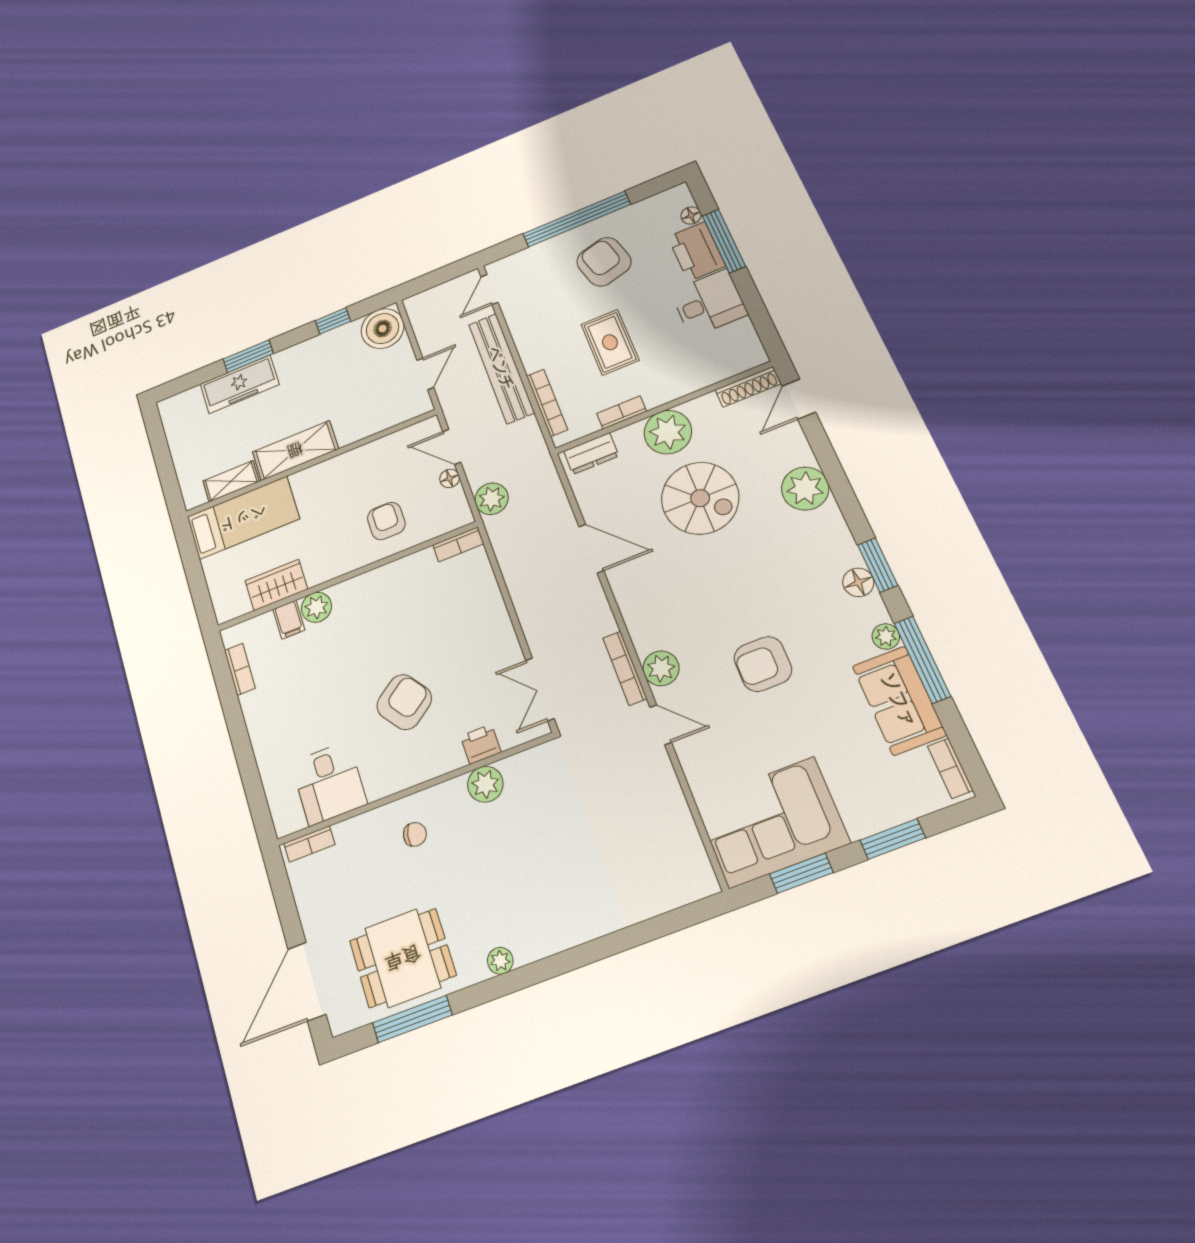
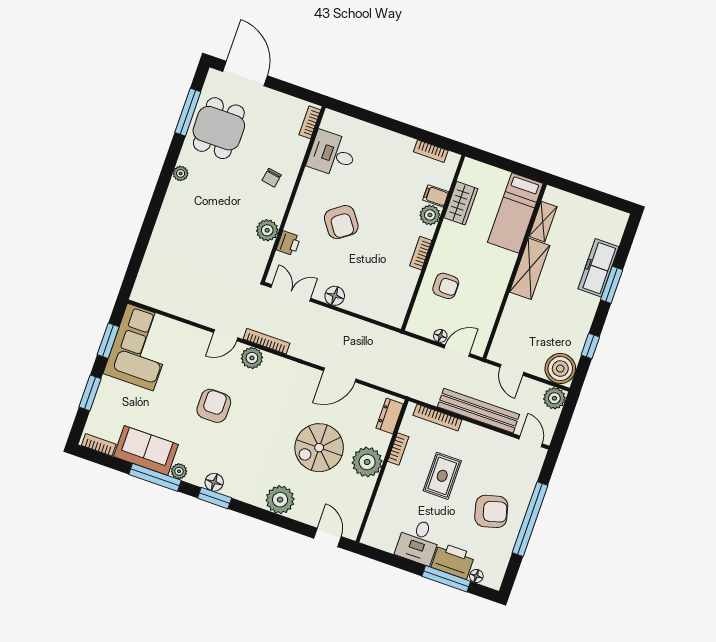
rug: (610, 342) -> (442, 476), turned 90
shoe rack: (748, 387) -> (356, 520), removed
plant: (492, 499) -> (554, 398), moved
bookcase: (458, 544) -> (421, 253), moved
floor lamp: (500, 635) -> (335, 296), added

